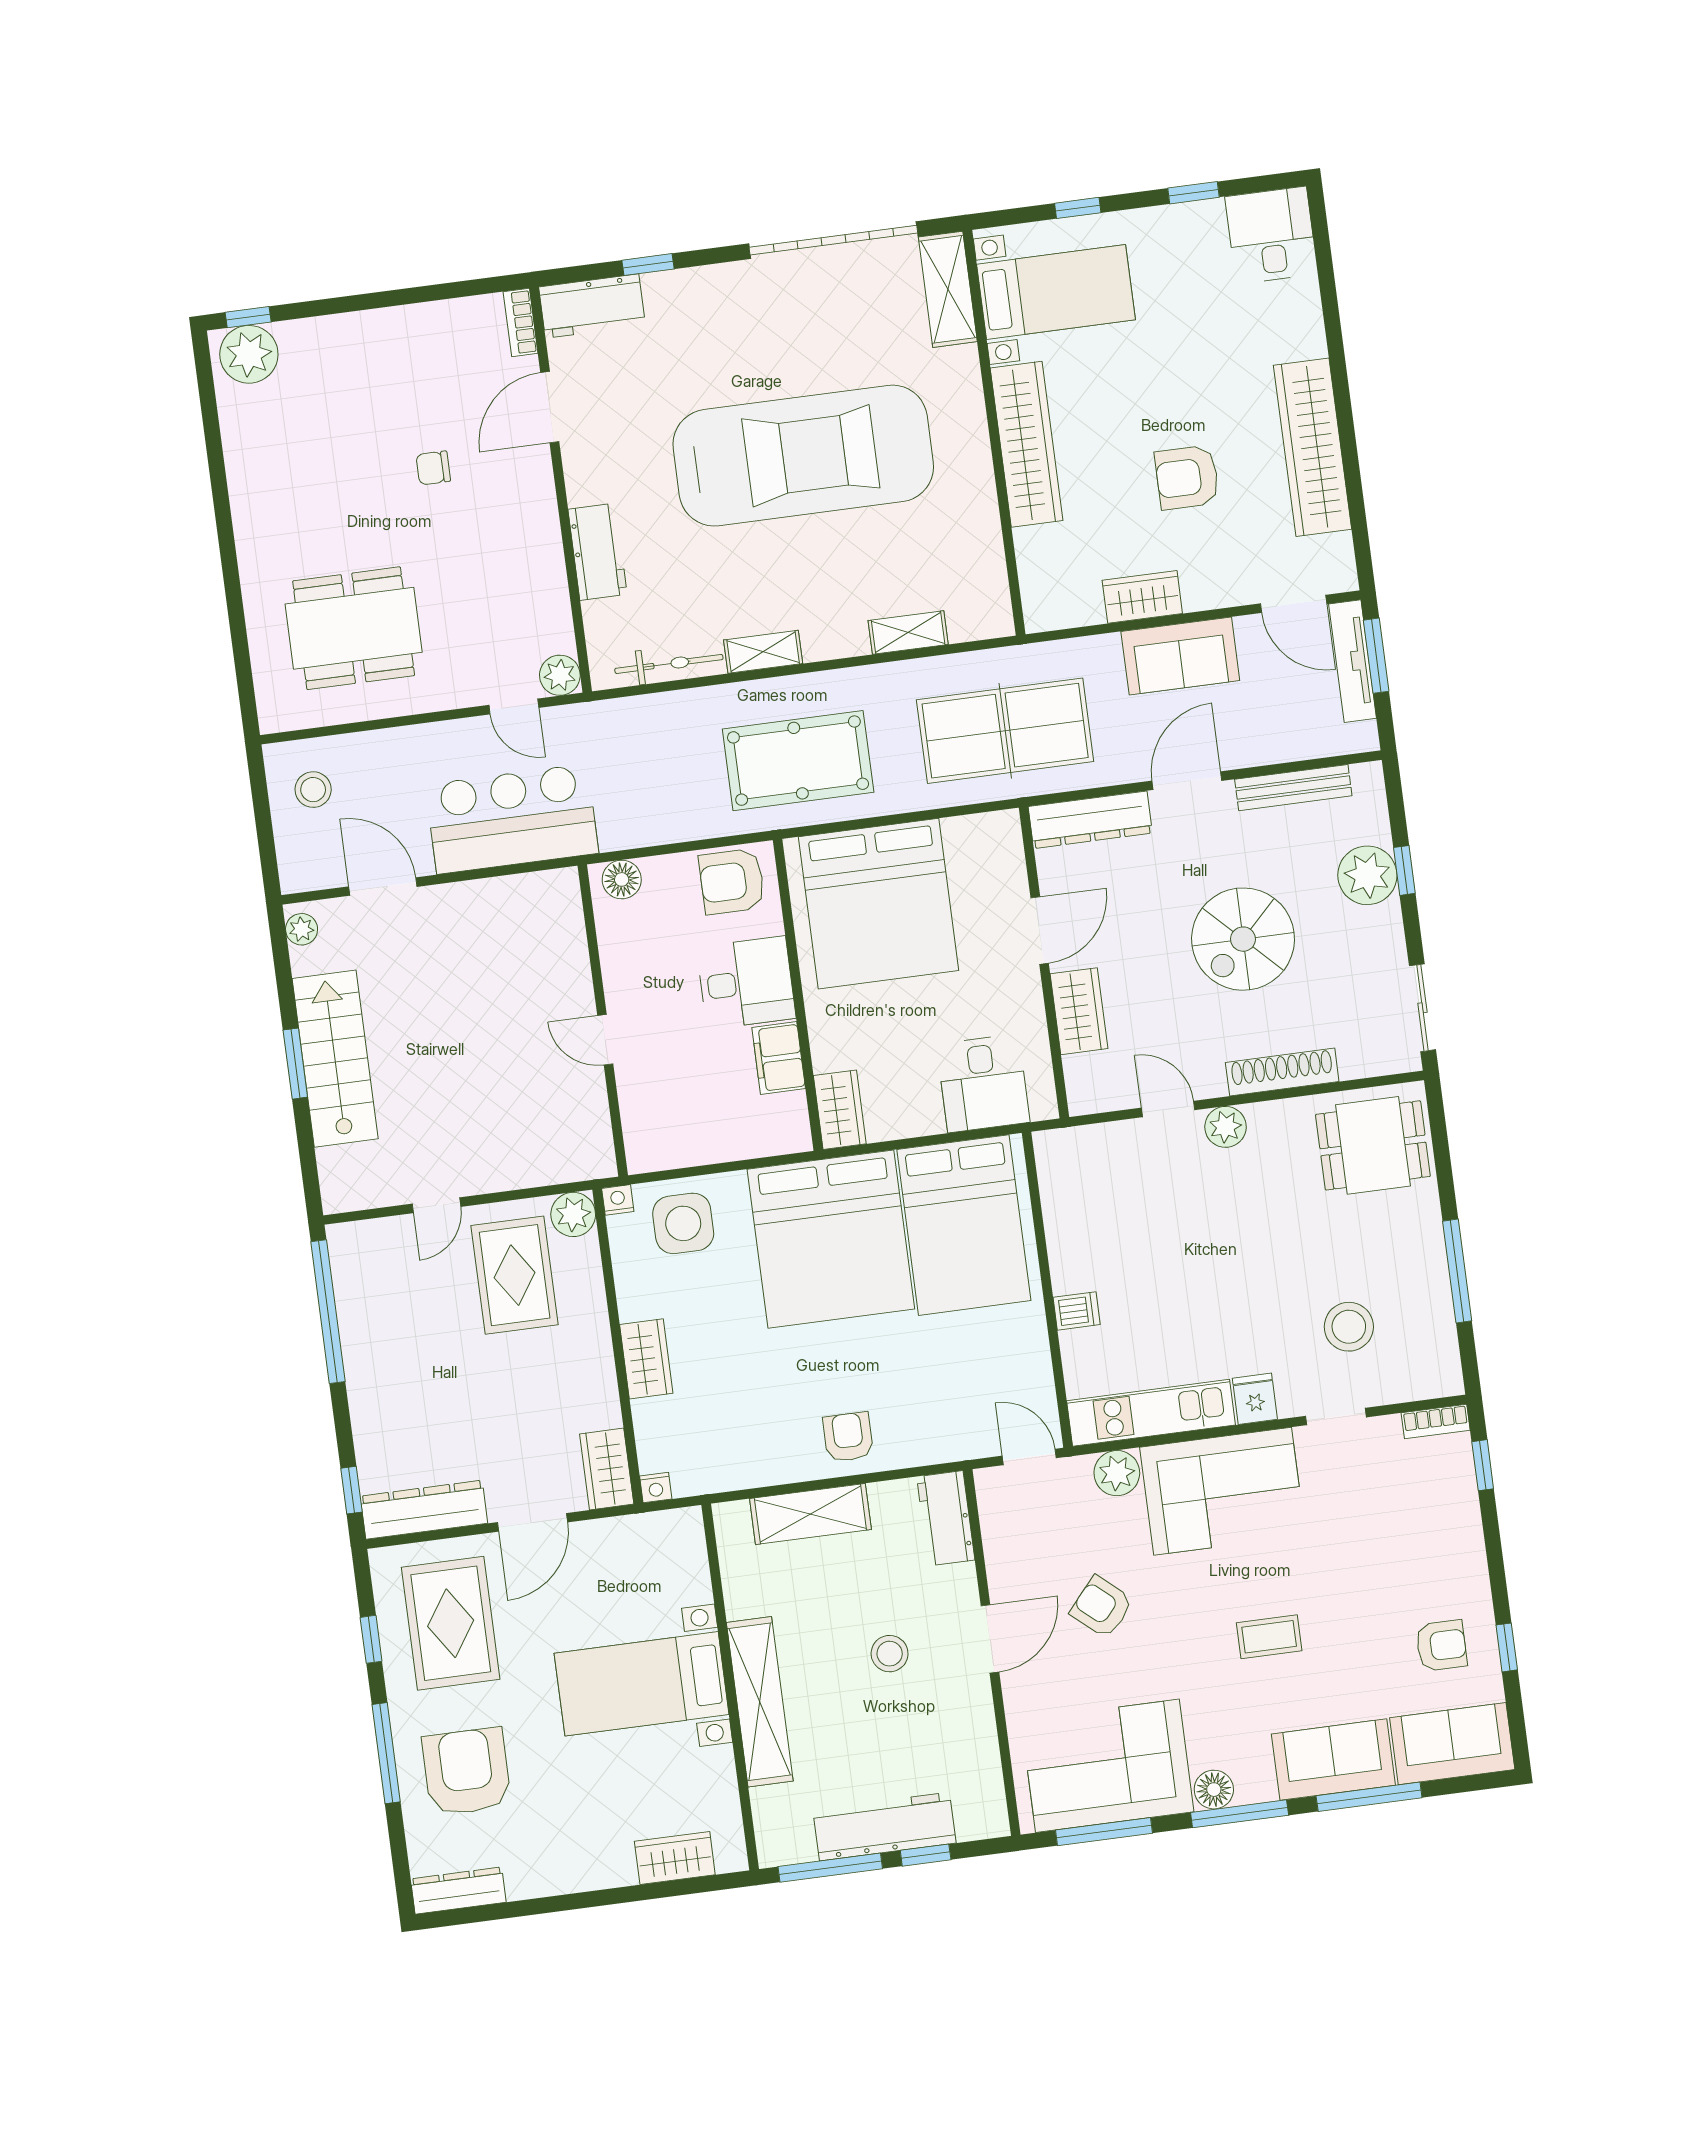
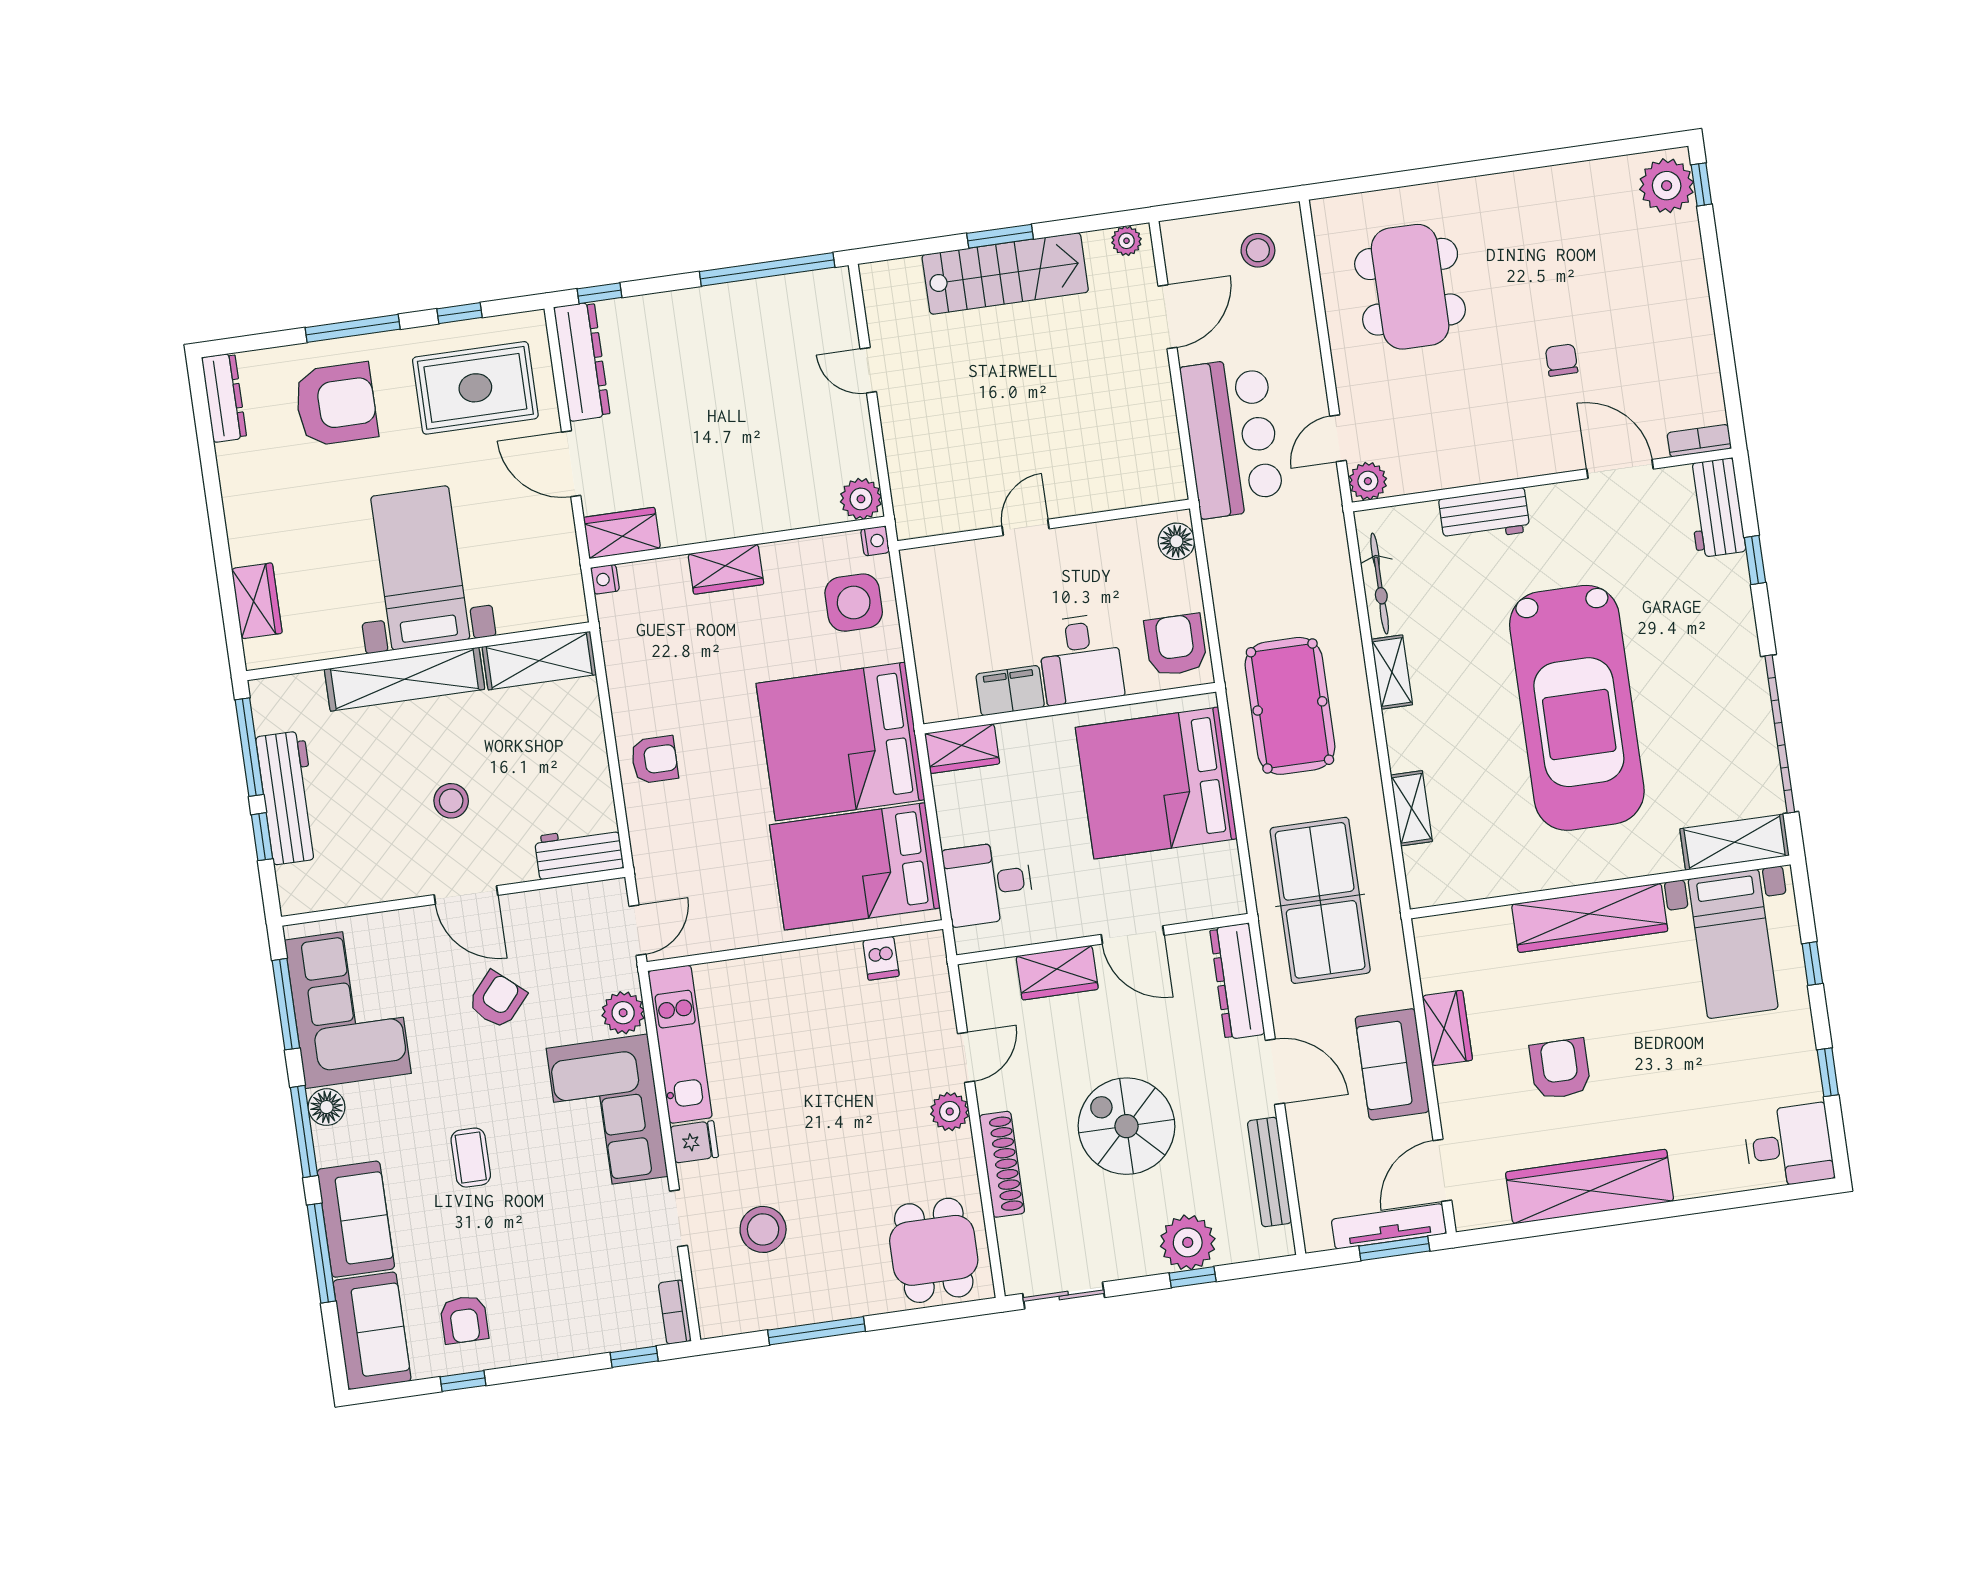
rug: (515, 1275) -> (803, 444), removed
dishwasher: (1077, 1311) -> (881, 958), moved
shelving: (810, 1514) -> (539, 661), moved, turned 90

